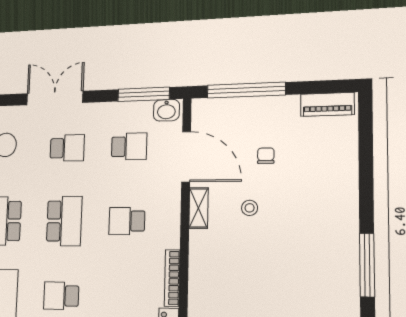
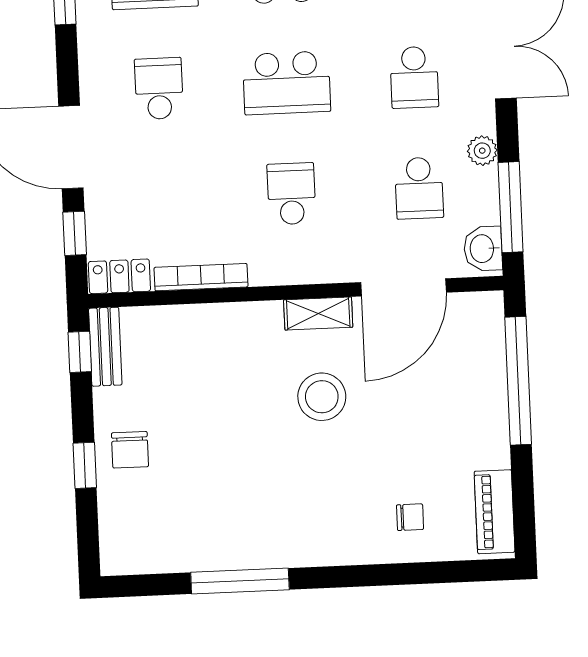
plant: (111, 110) -> (482, 151), added
chair: (266, 156) -> (410, 517), moved
stool: (250, 208) -> (322, 397), width x1.89, depth x1.89

